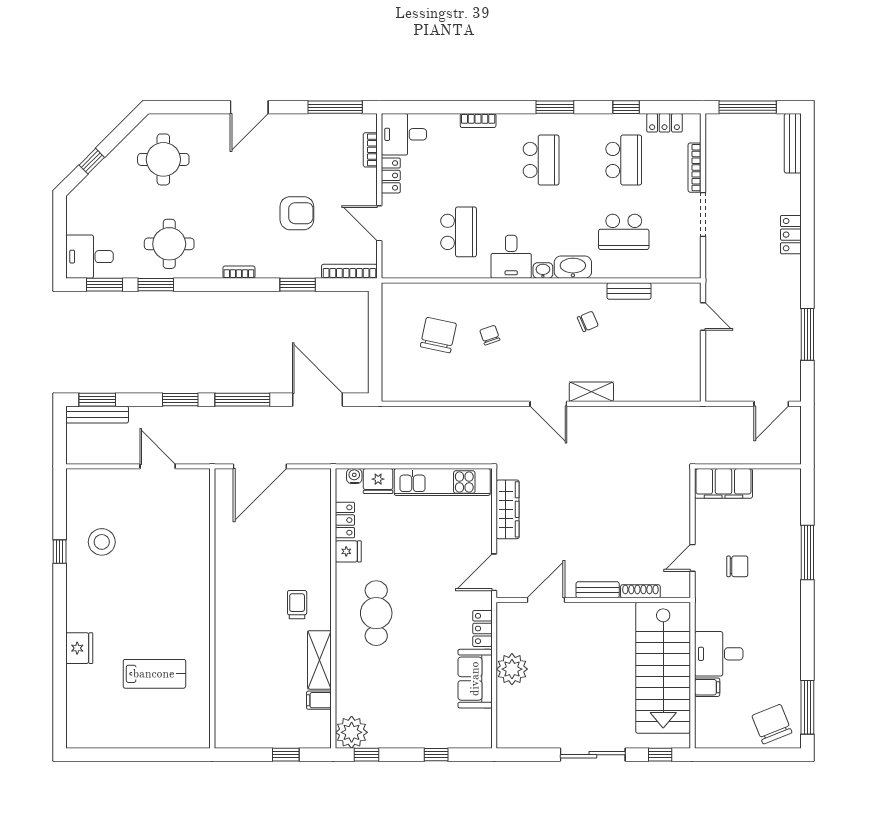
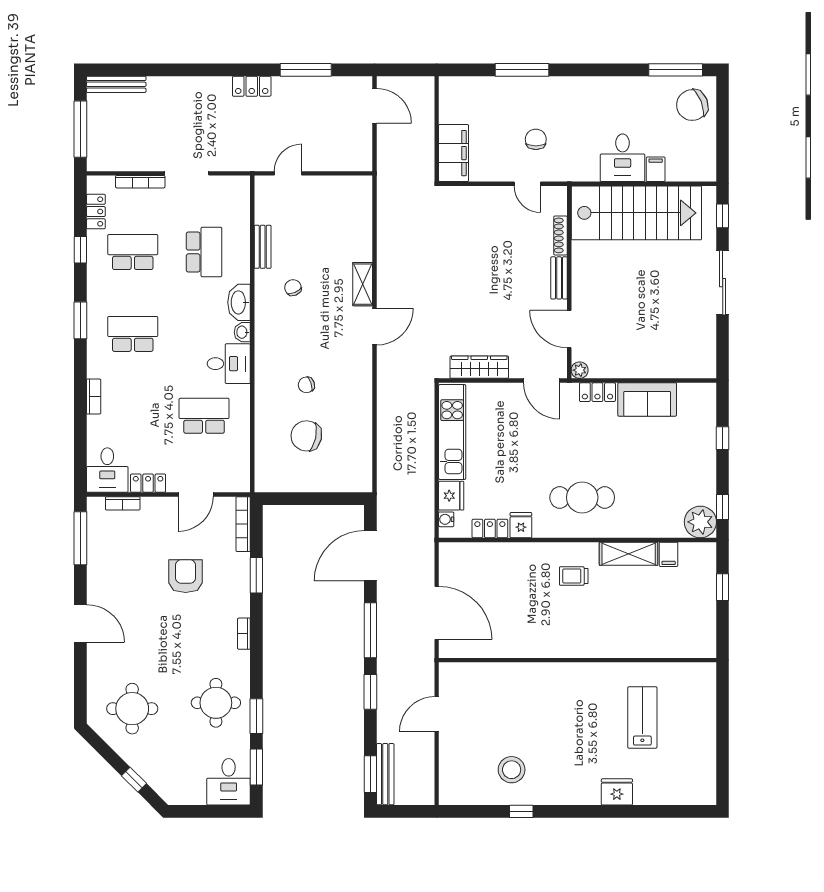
locker: (791, 235) -> (252, 86), moved
plant: (512, 669) -> (580, 370), moved, width x0.53, depth x0.53

